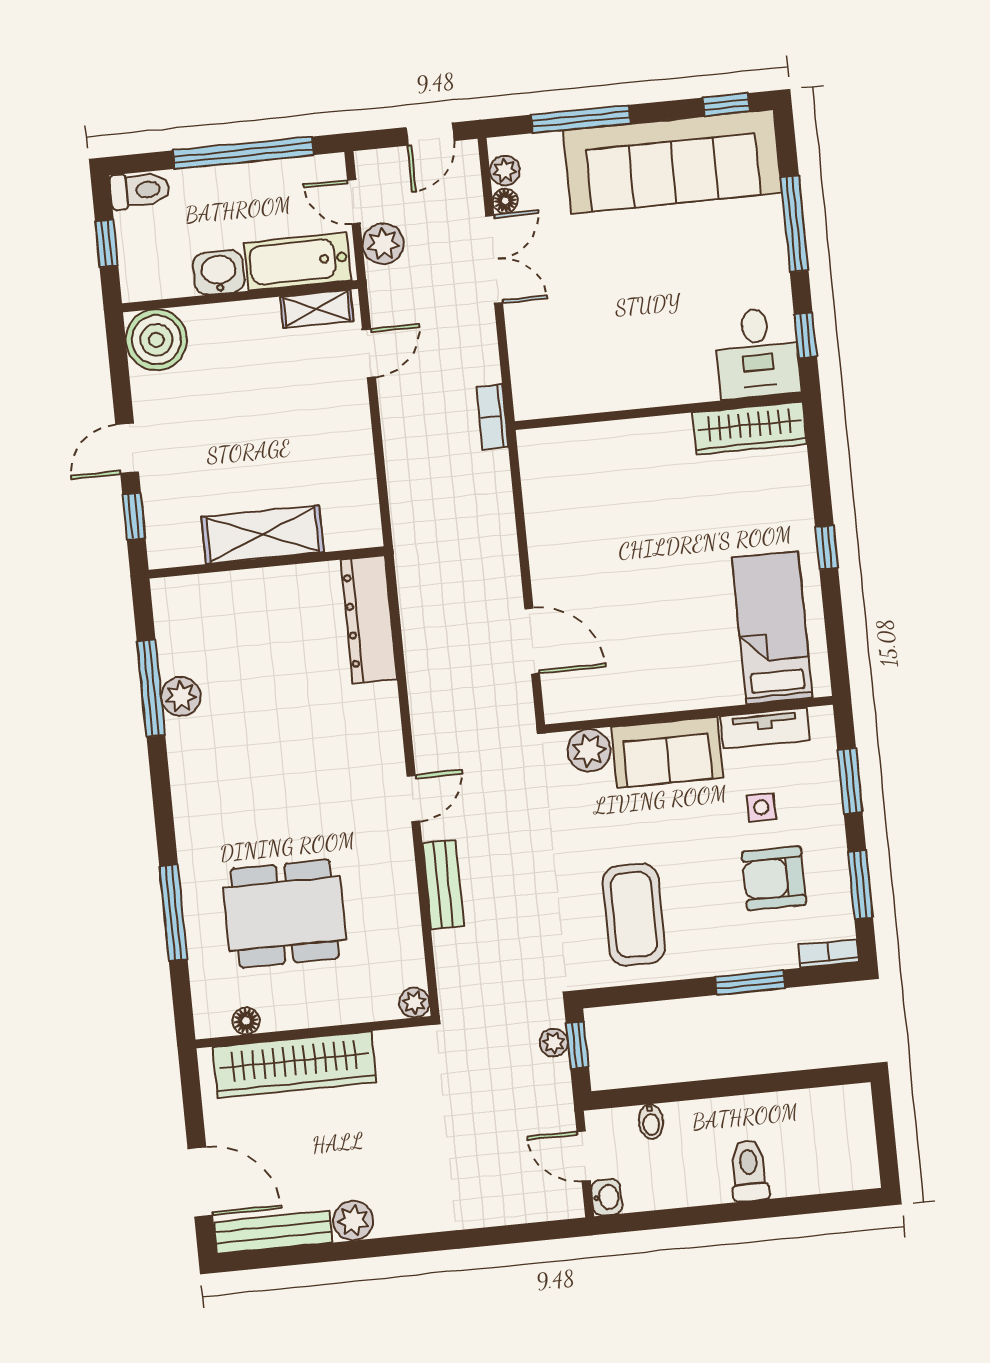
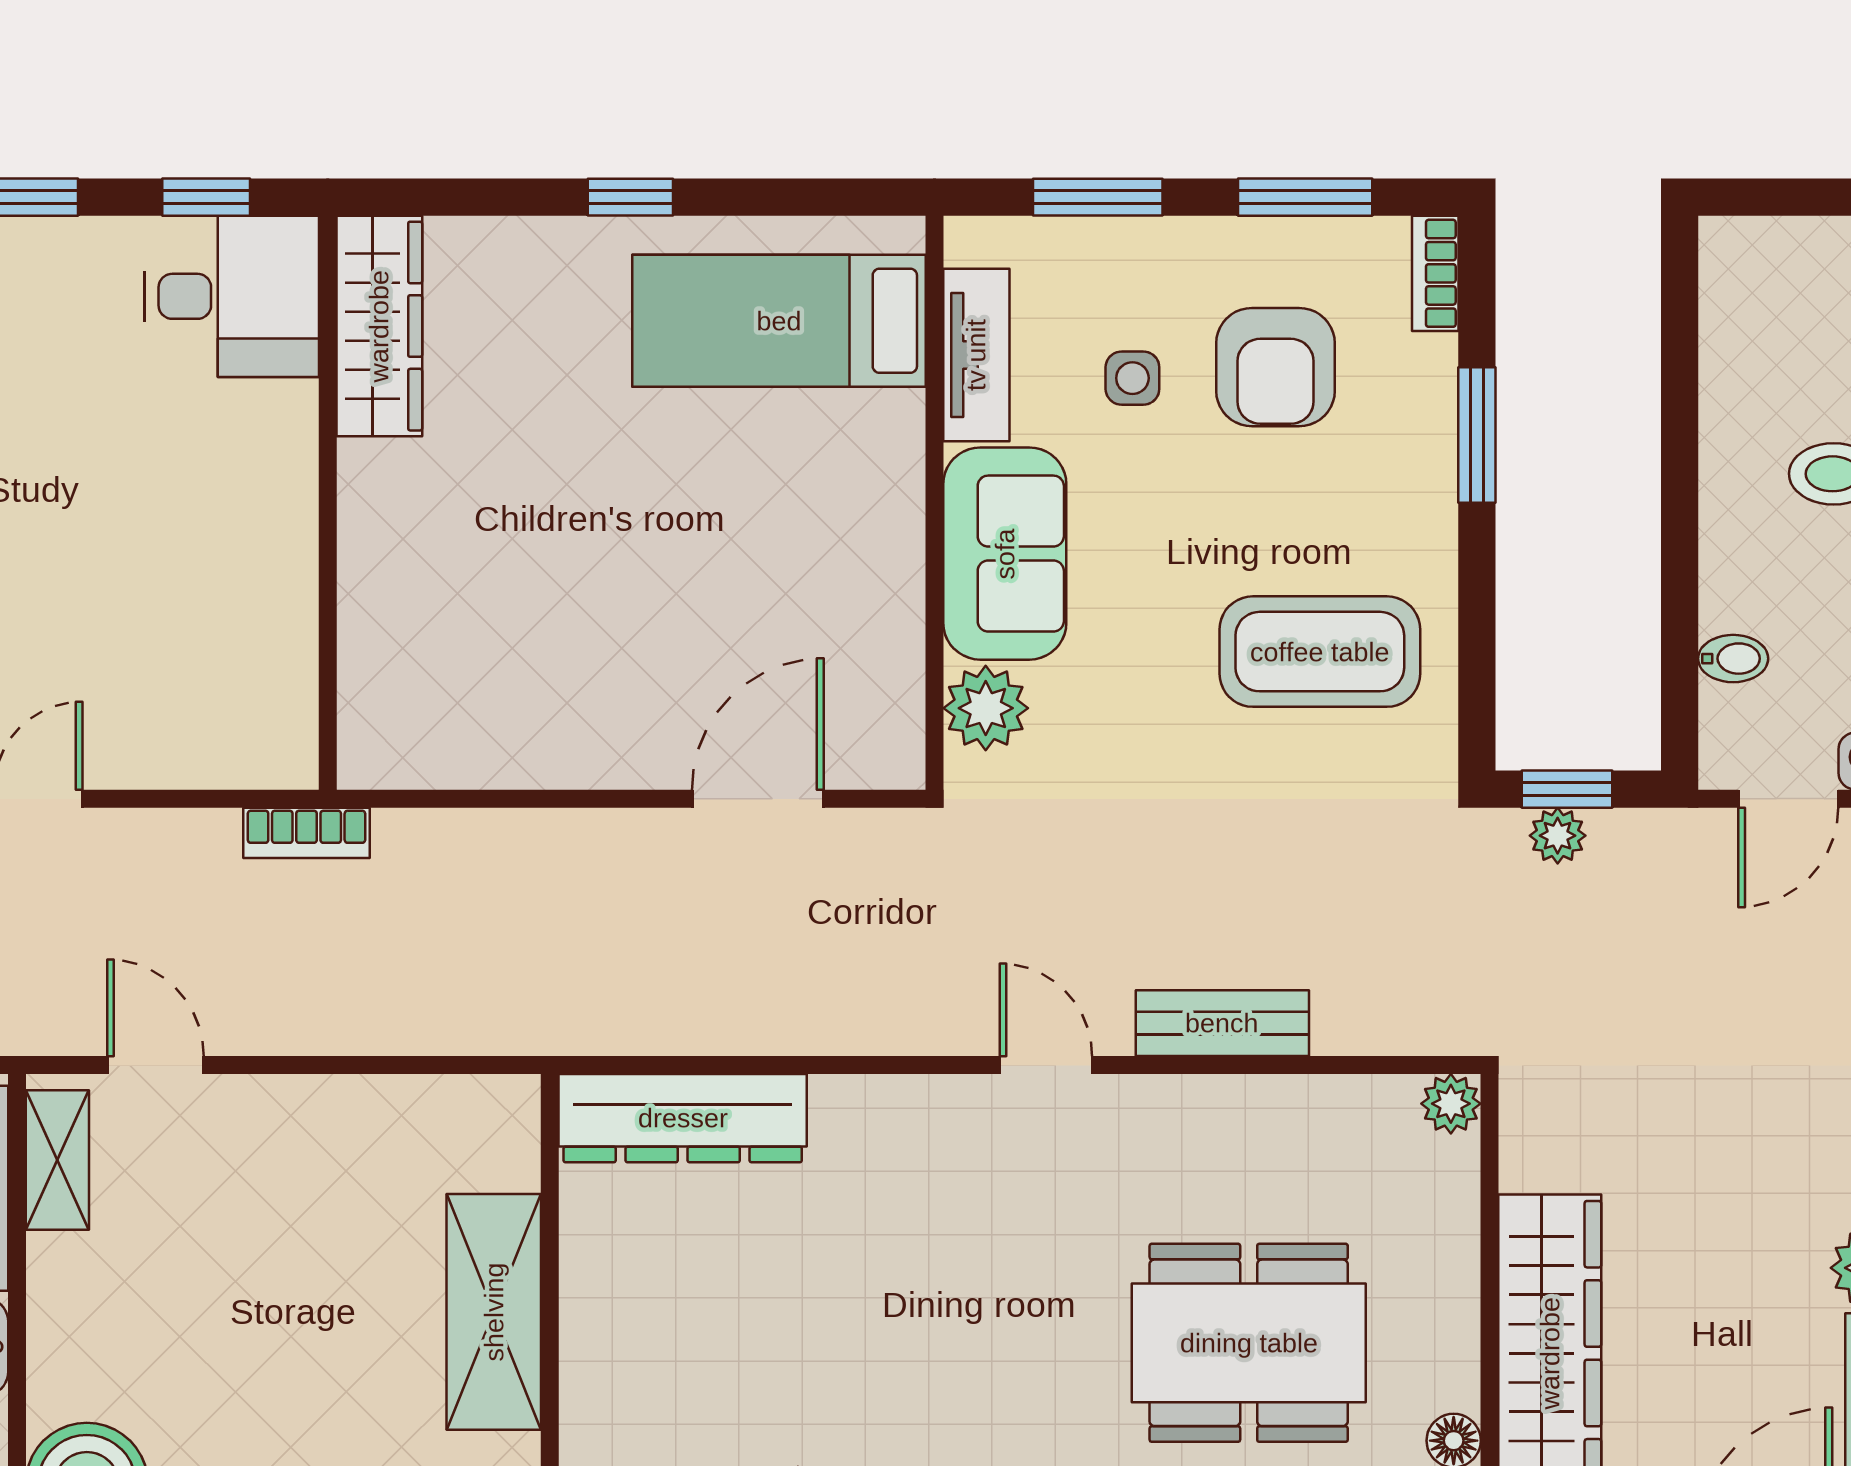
dining table: (285, 914) -> (1249, 1343), turned 90

